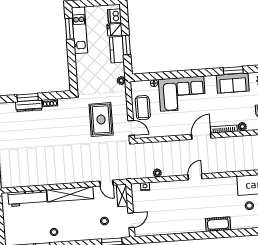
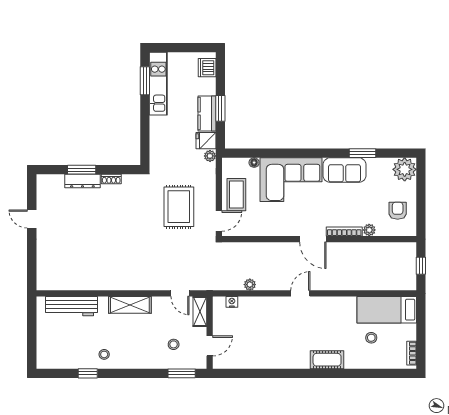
fridge: (115, 30) -> (206, 141), moved
sofa: (233, 83) -> (345, 170), moved
door: (131, 128) -> (219, 221), hinge flipped
door: (201, 136) -> (313, 239), swing flipped
shelving: (70, 194) -> (130, 305), width x0.68

